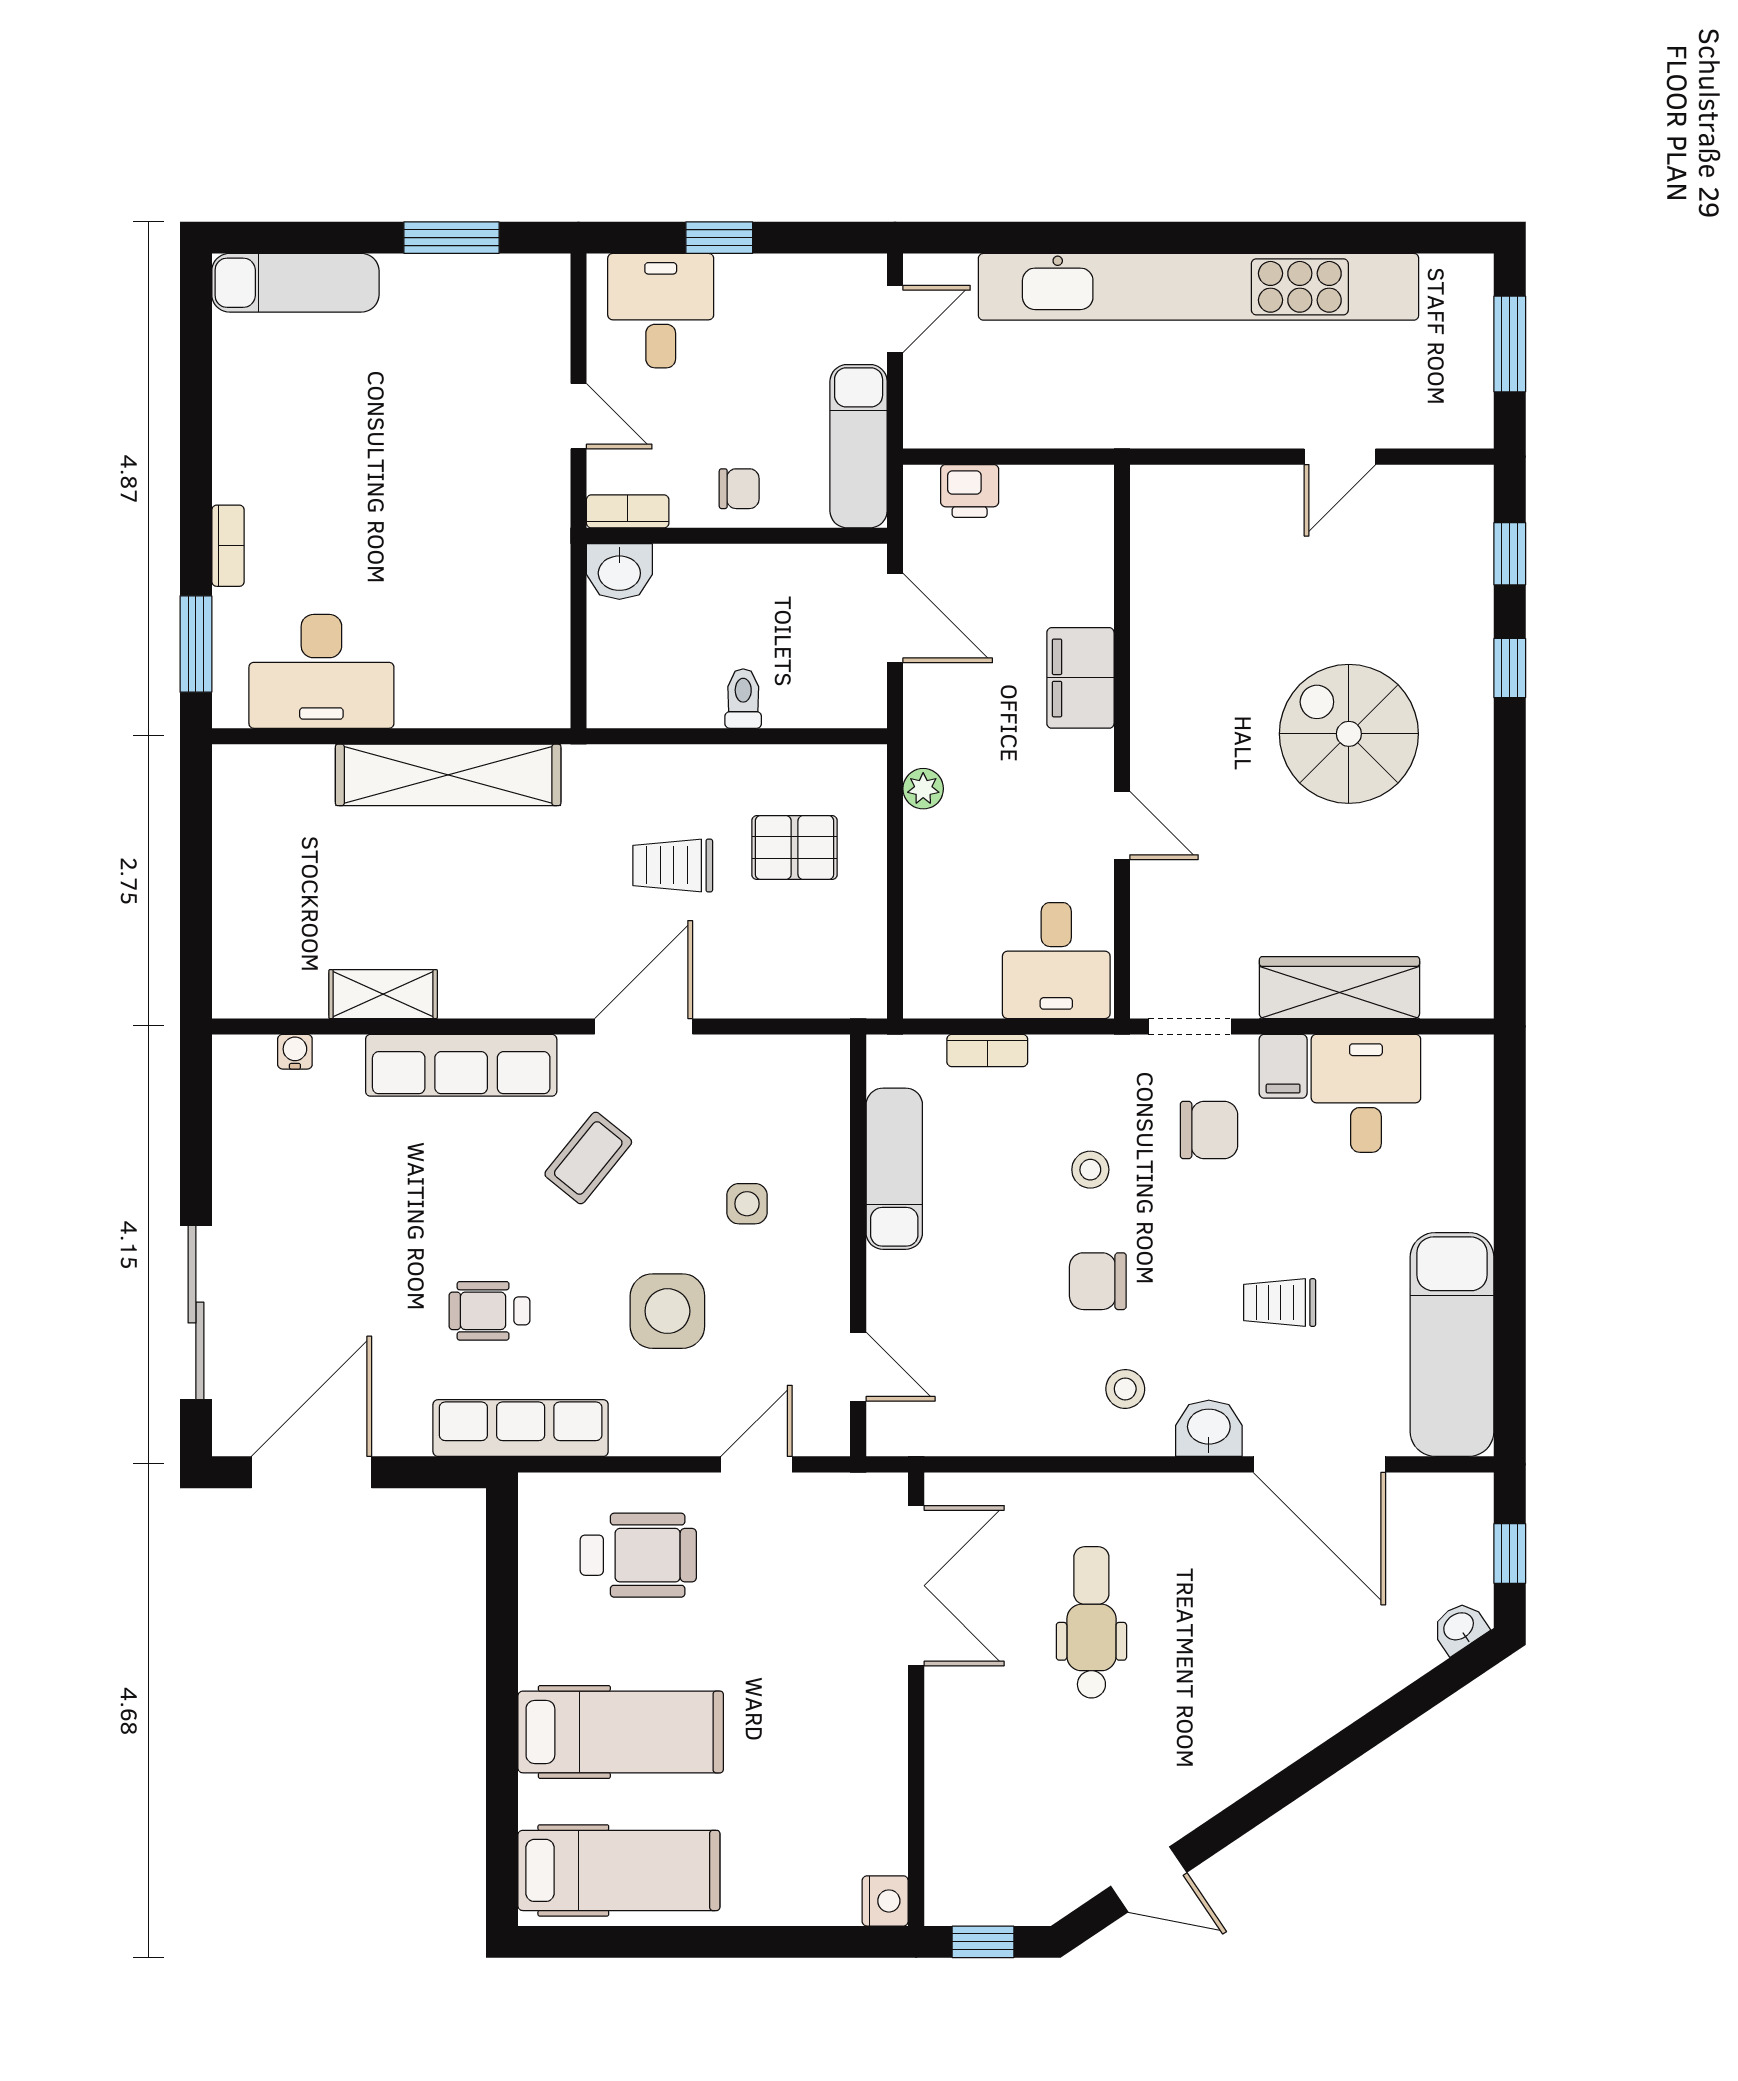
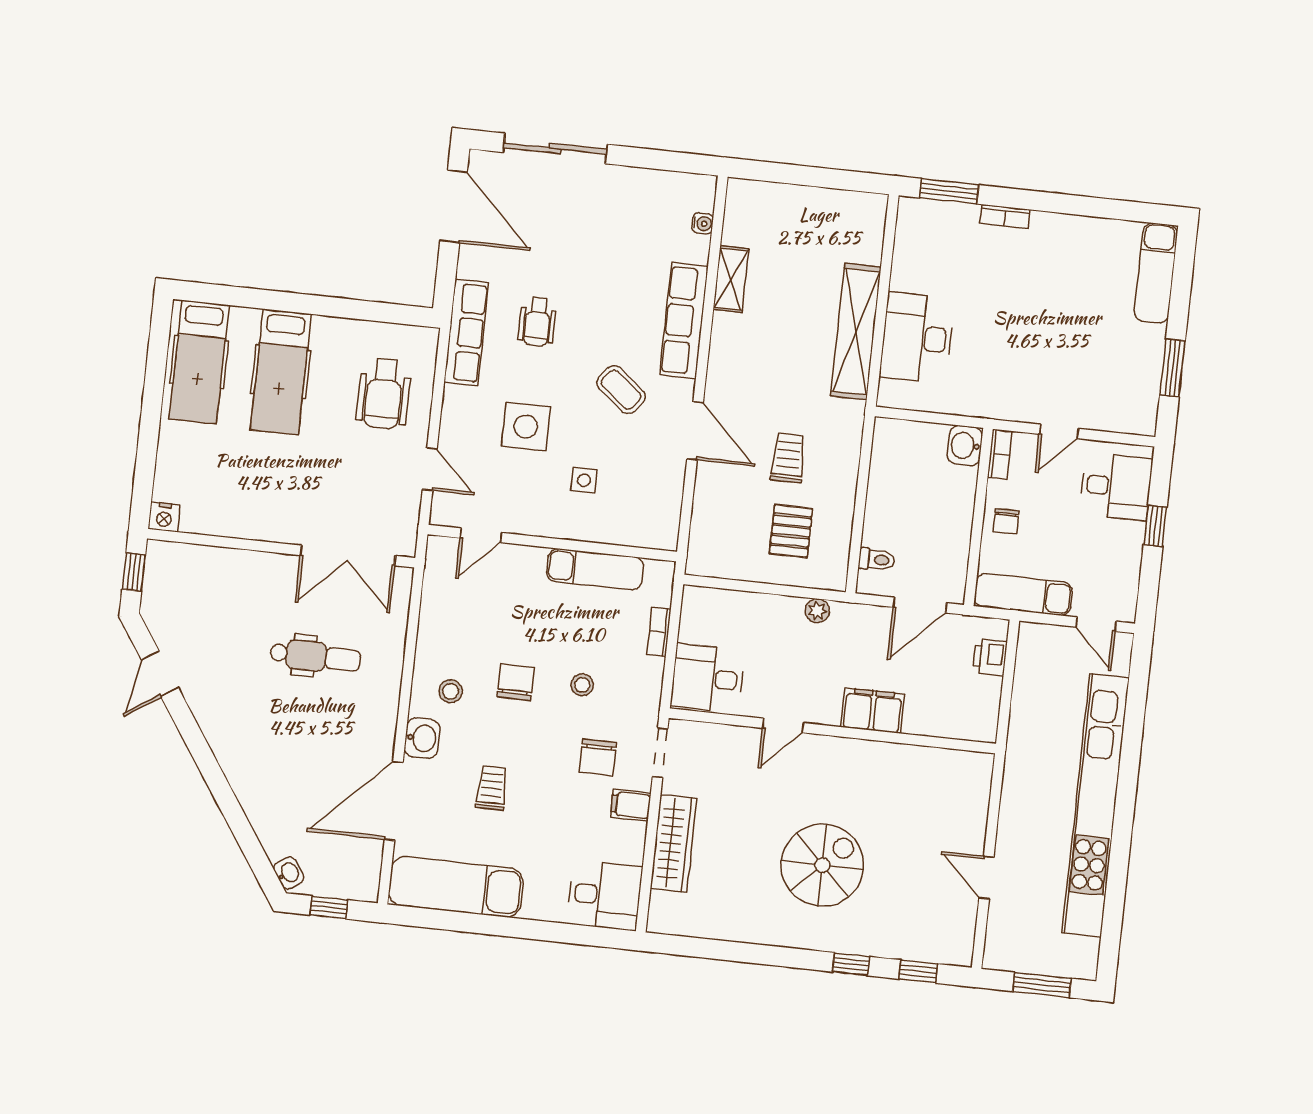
desk: (321, 671) -> (917, 338), moved
toilet: (743, 699) -> (877, 559), moved
desk: (1366, 1093) -> (605, 895), moved
wheelchair: (490, 1311) -> (537, 322), turned 180

